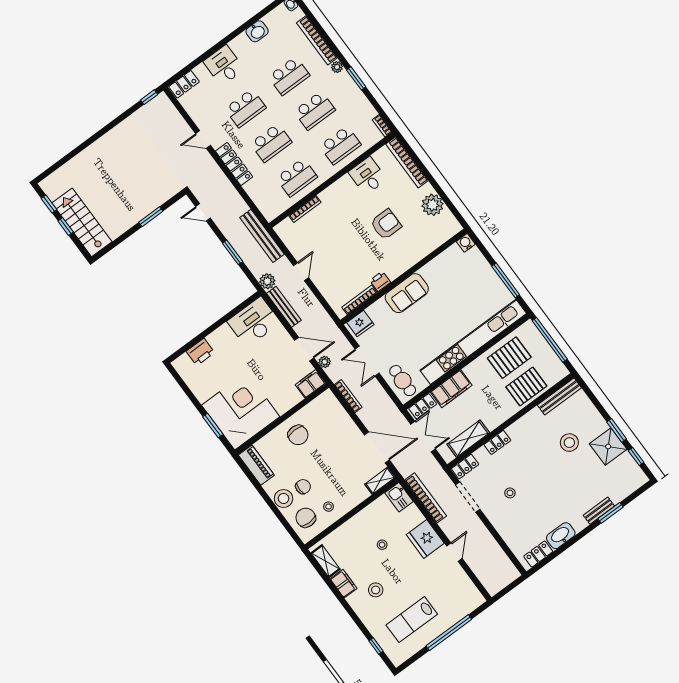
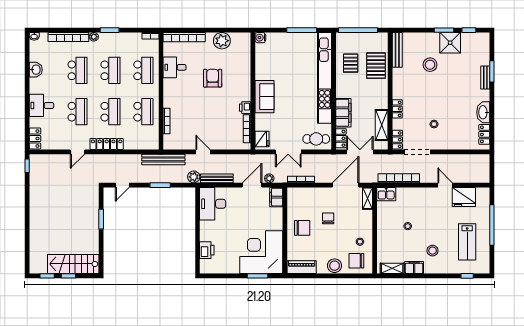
pallet: (509, 358) -> (351, 63), width x0.67, depth x0.71
chair: (303, 487) -> (328, 218), moved
fridge: (425, 539) -> (464, 197), moved

